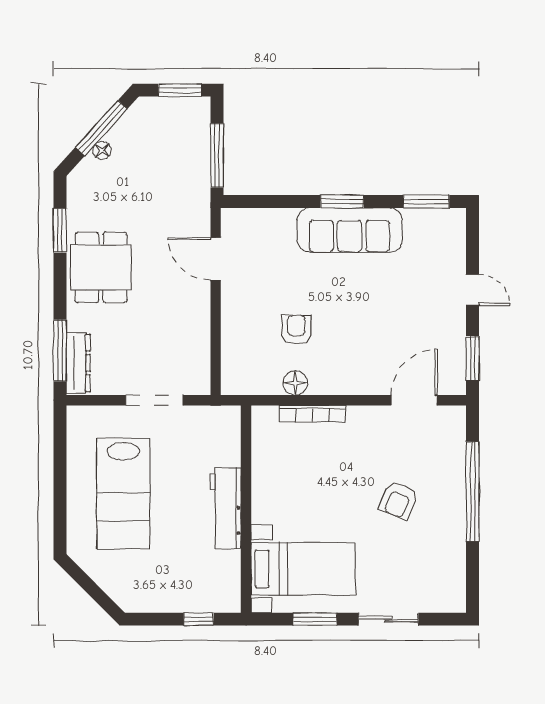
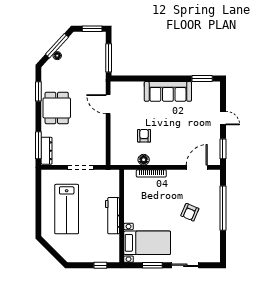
window: (342, 201) -> (165, 79), removed

